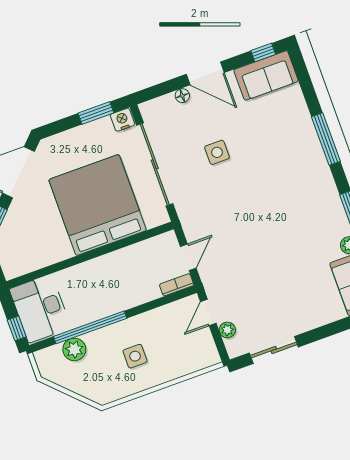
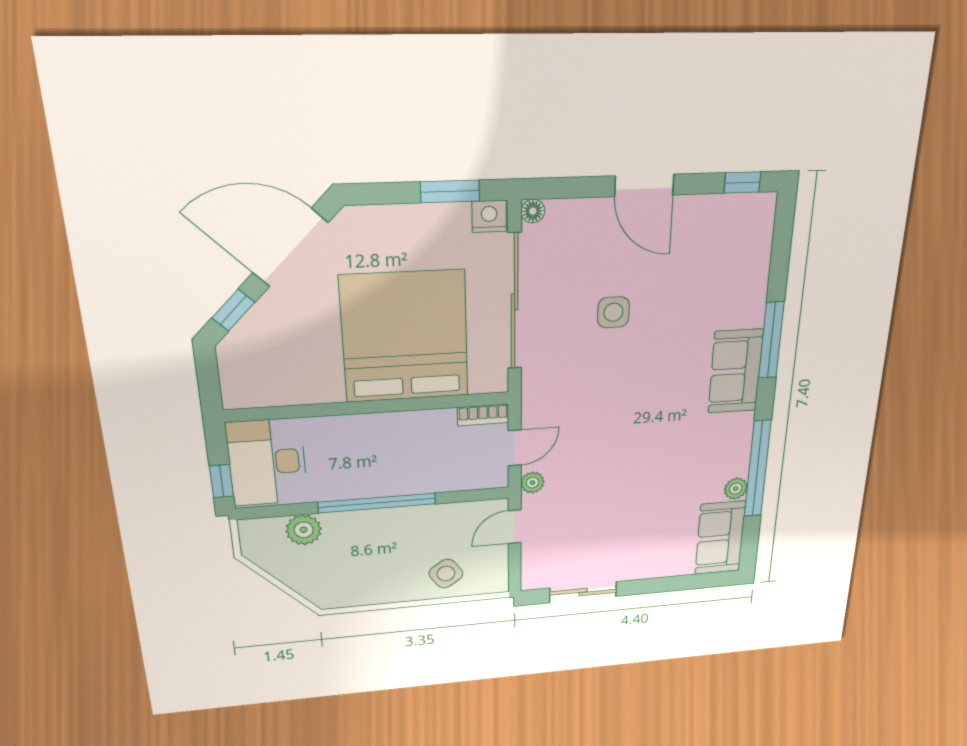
sofa: (266, 75) -> (736, 371), moved, turned 90
floor lamp: (182, 96) -> (533, 211), moved
bookcase: (177, 285) -> (483, 415), moved, turned 180
window: (90, 327) -> (377, 503), moved
plant: (227, 330) -> (532, 483), moved
side table: (135, 356) -> (446, 574), moved, turned -35

